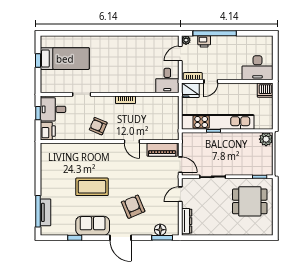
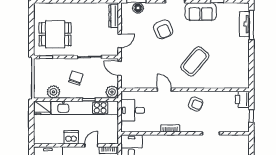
fridge: (190, 90) -> (42, 108), moved, turned 180
dishwasher: (265, 90) -> (71, 137), moved
desk: (53, 109) -> (133, 110), moved, turned 180
plant: (188, 139) -> (112, 92), added
plant: (266, 139) -> (53, 92), moved
piano: (162, 150) -> (136, 82), removed
chair: (227, 154) -> (76, 78), added
coffee table: (92, 187) -> (195, 61), moved, turned -50

